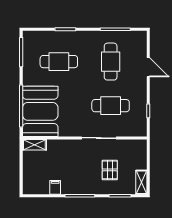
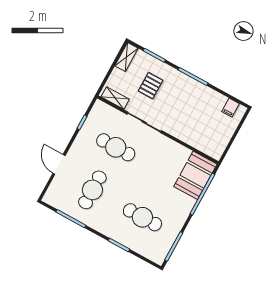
booth: (40, 111) -> (195, 175), width x0.73, depth x0.70
shelving: (34, 145) -> (115, 98), moved
filing cabinet: (55, 187) -> (230, 108), moved

